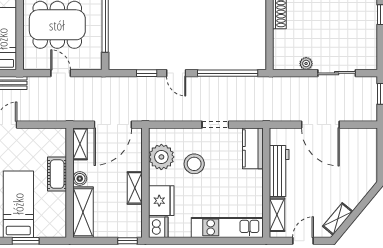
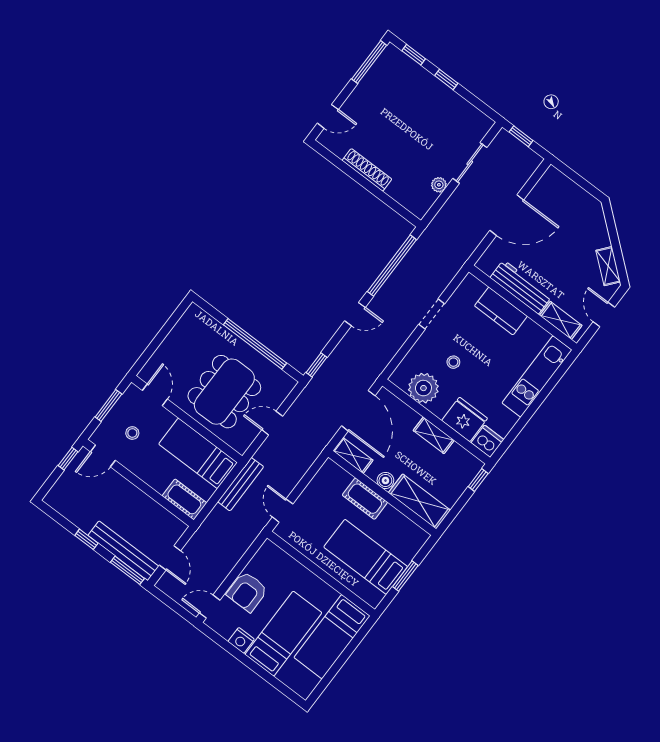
window: (147, 73) -> (316, 365), moved
kitchen counter: (253, 148) -> (501, 311), moved
stool: (194, 164) -> (453, 362), width x0.53, depth x0.53

